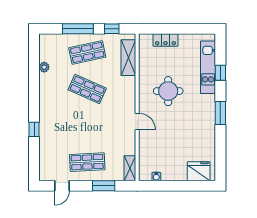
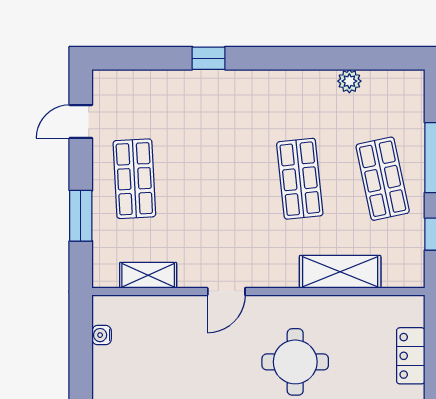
shelving: (128, 58) -> (340, 272), moved
shop shelf: (87, 89) -> (300, 179), turned -30
shelving: (130, 168) -> (148, 275), moved
door: (62, 186) -> (81, 121), hinge flipped

